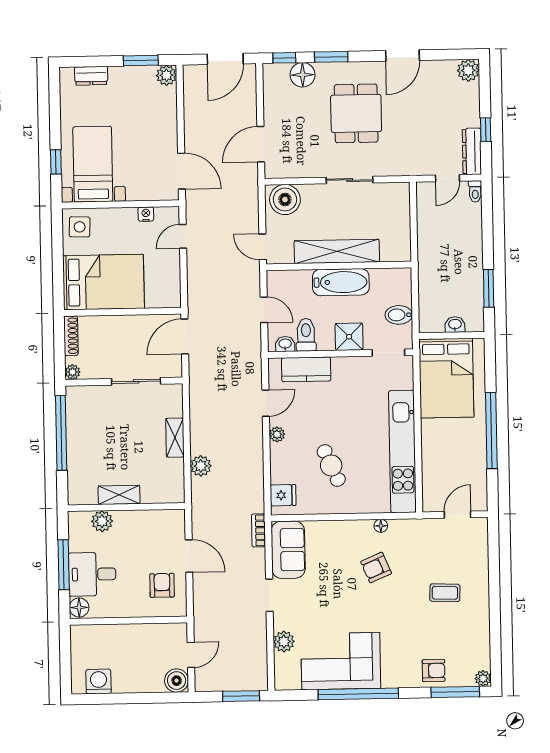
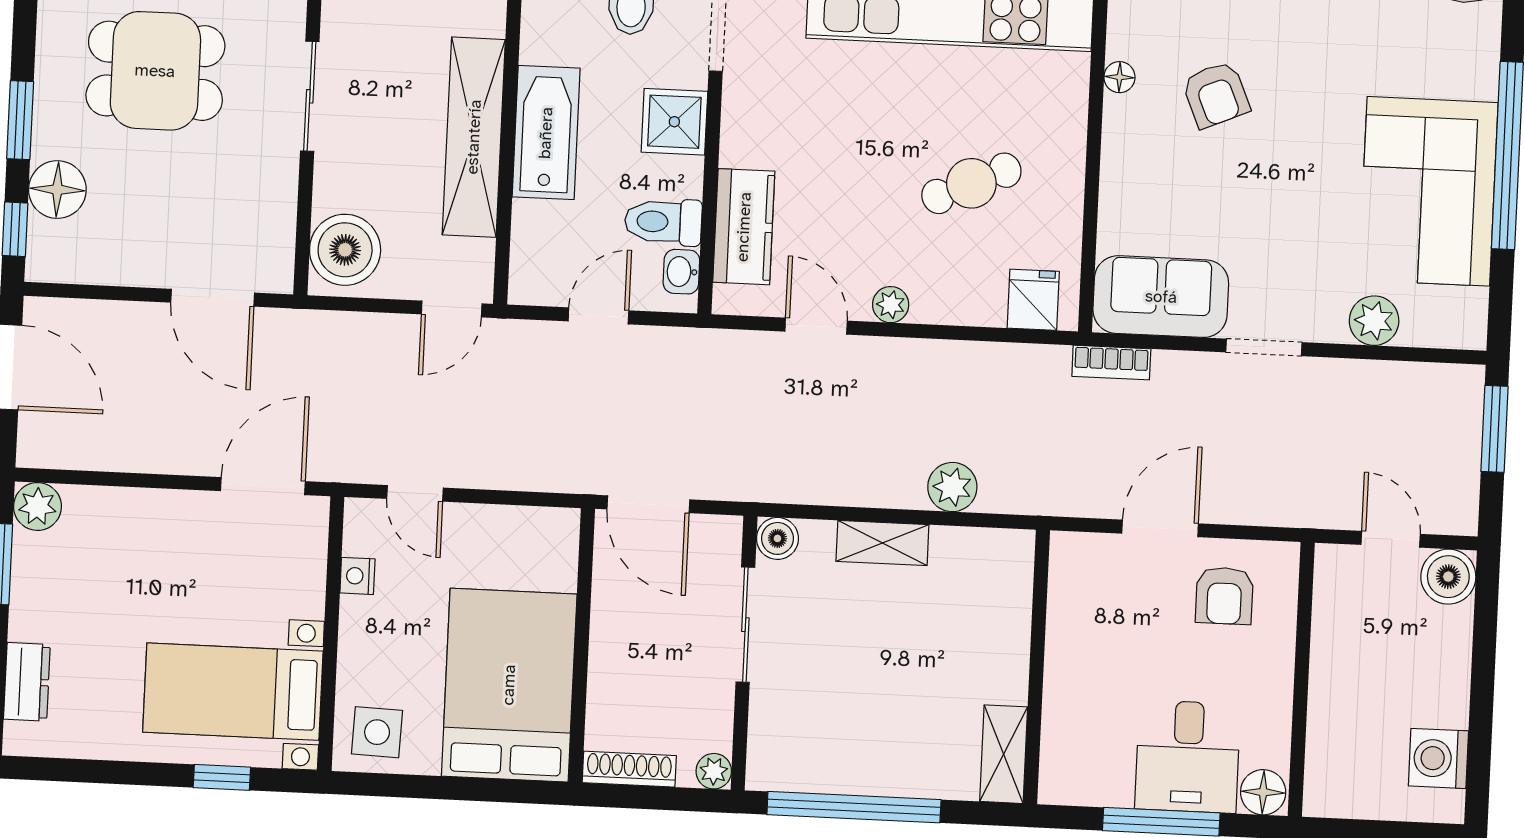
boiler: (174, 393) -> (777, 538), added
shelving: (119, 495) -> (1004, 754), moved
plant: (102, 521) -> (1066, 725), removed
armchair: (162, 585) -> (1224, 596), turned -90

